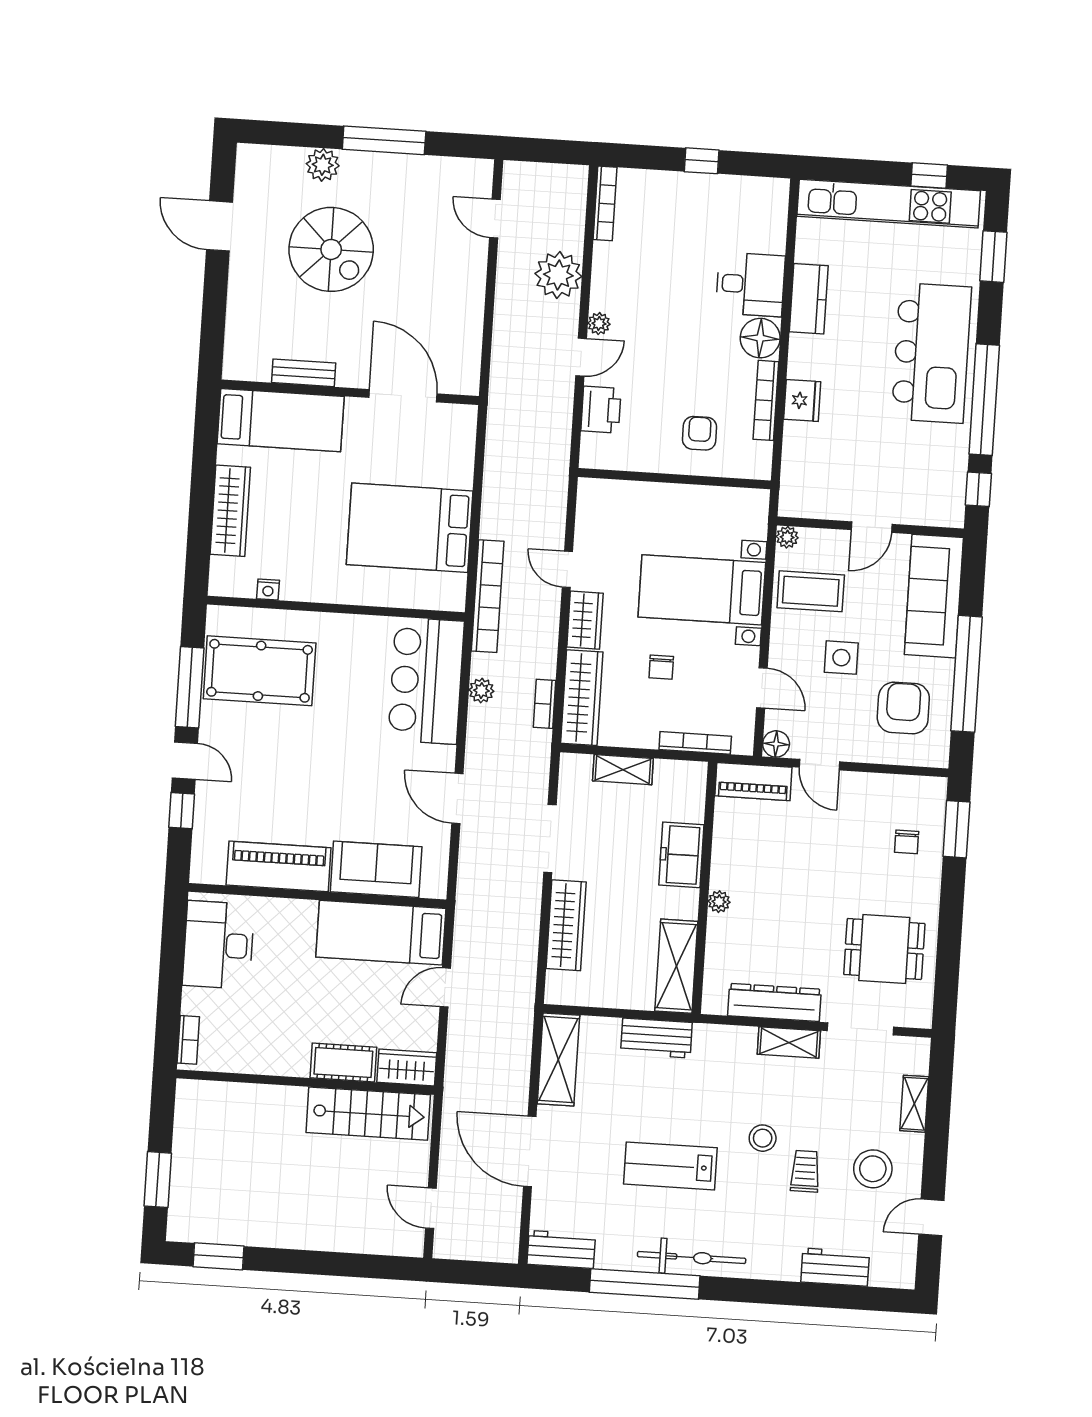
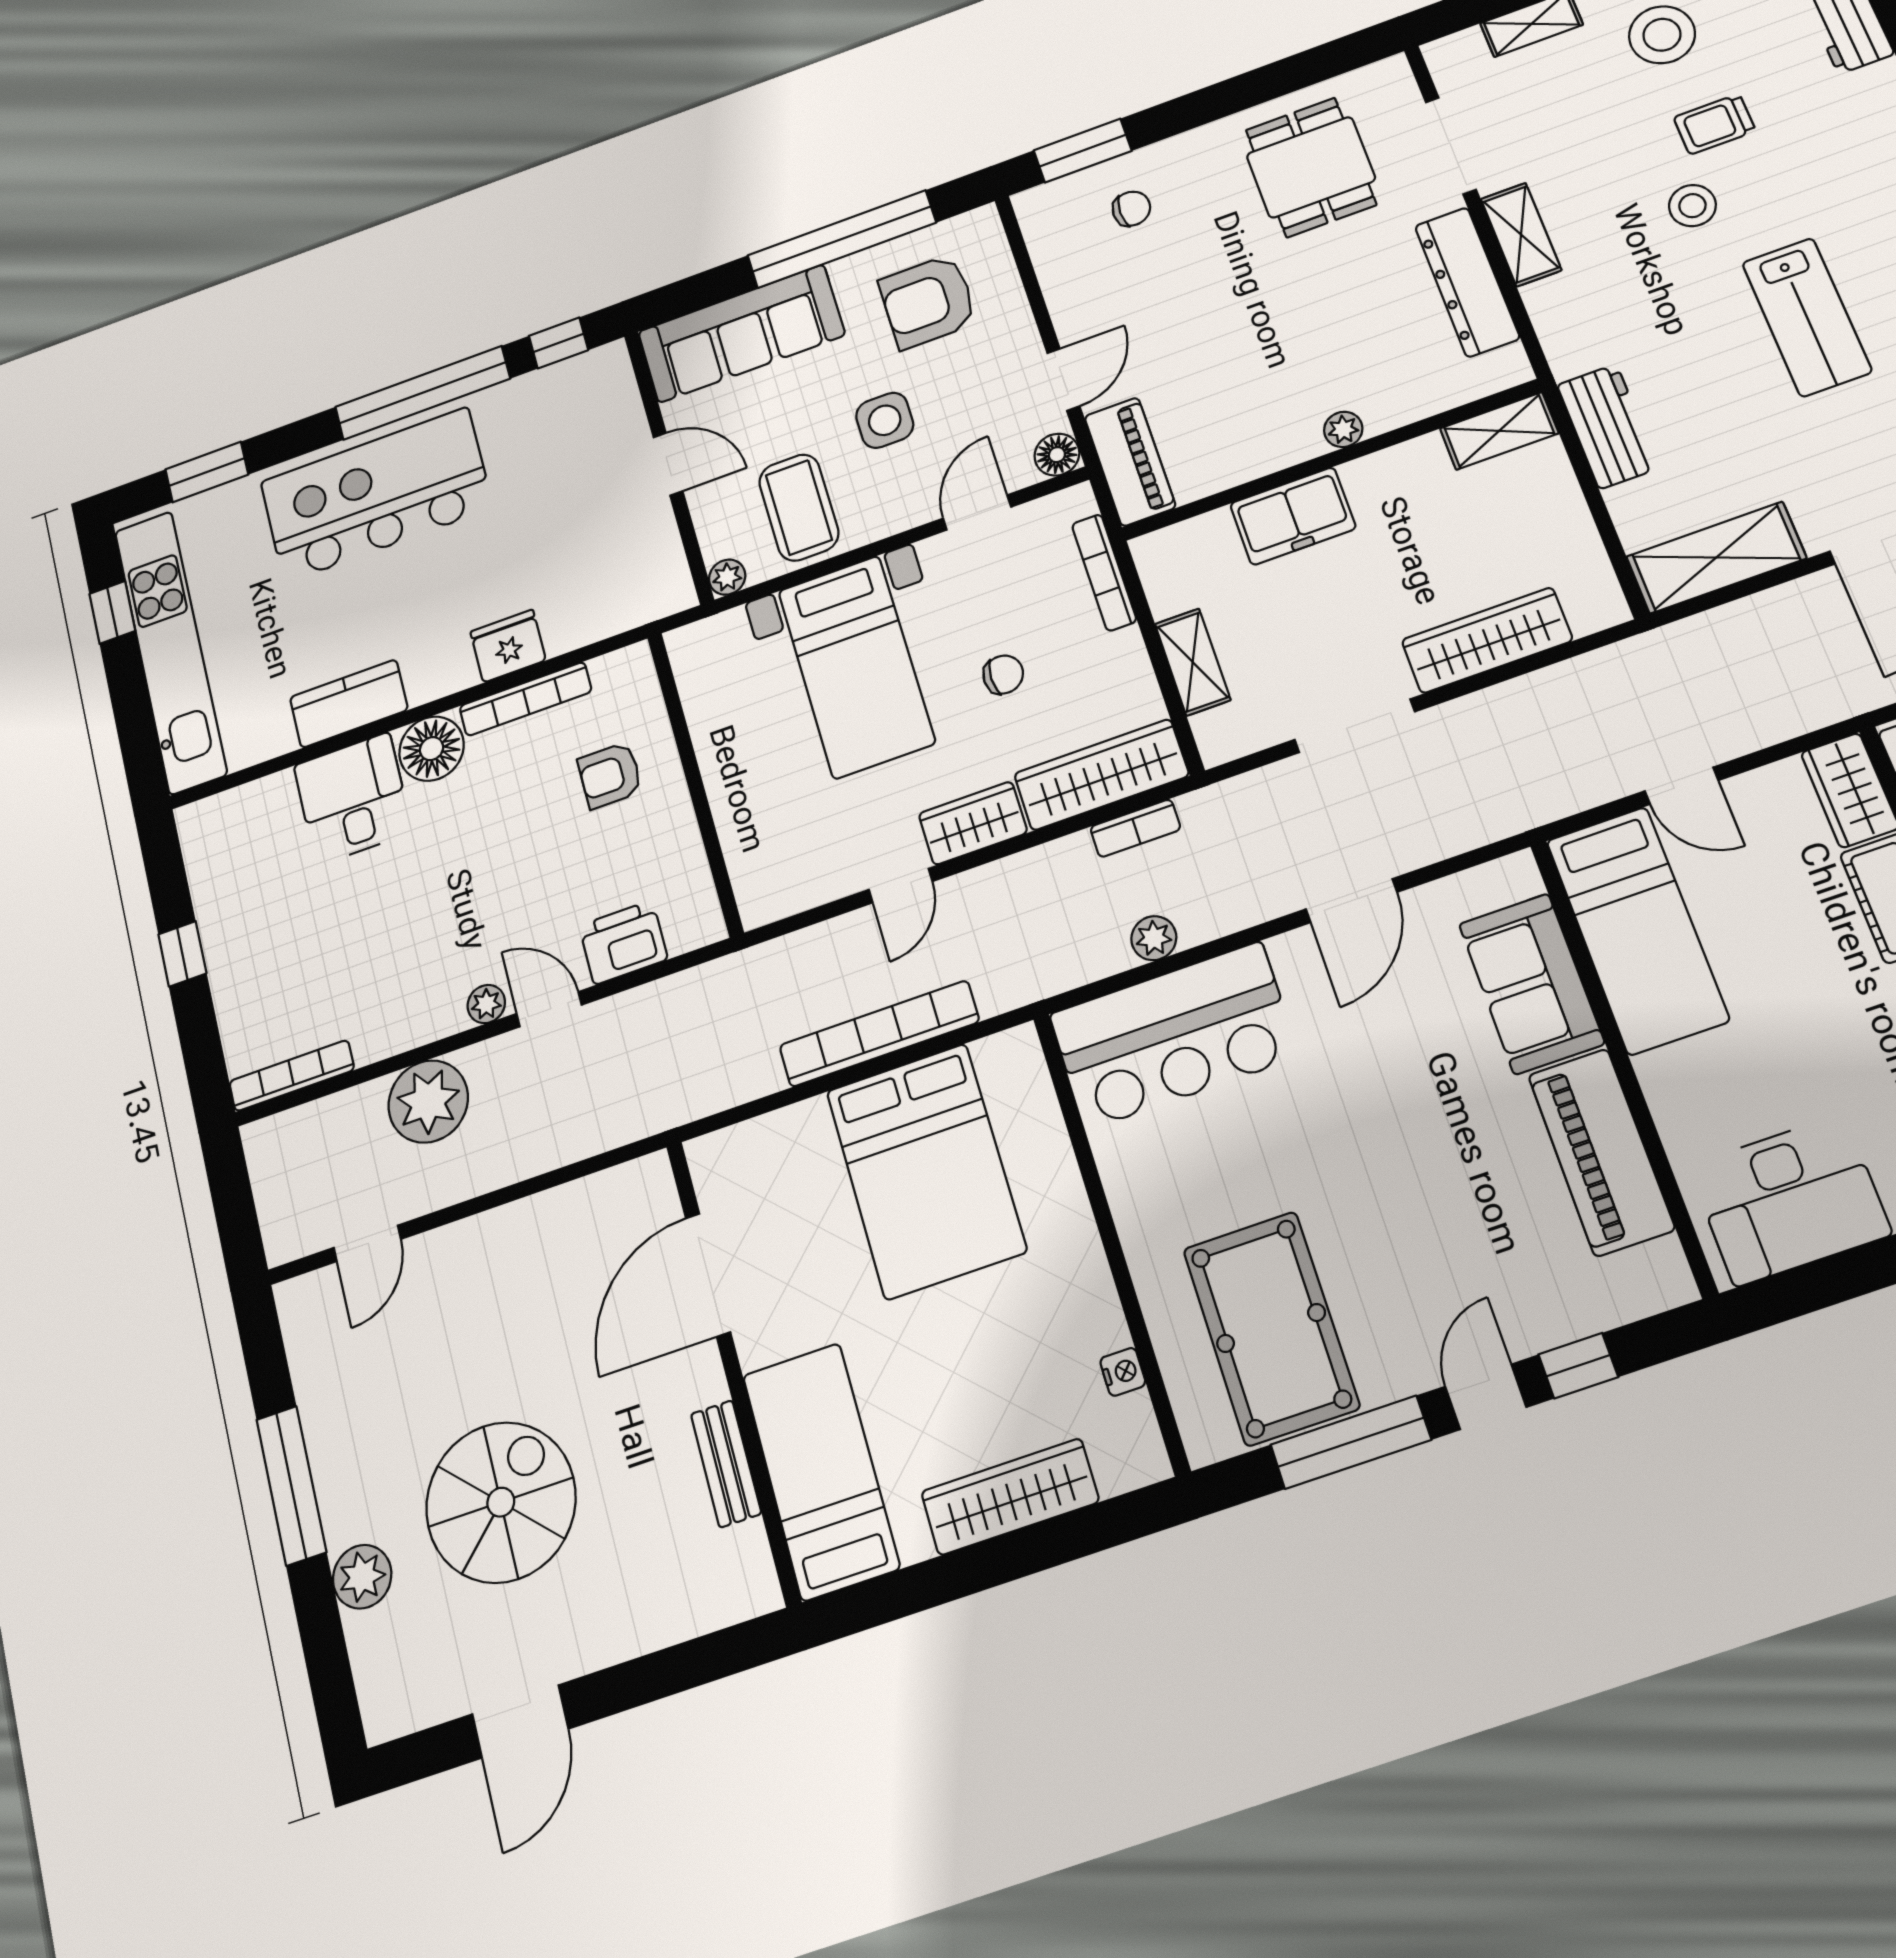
bookcase: (488, 596) -> (879, 1034), moved
shelving: (676, 966) -> (1499, 431), width x0.67, depth x0.75

